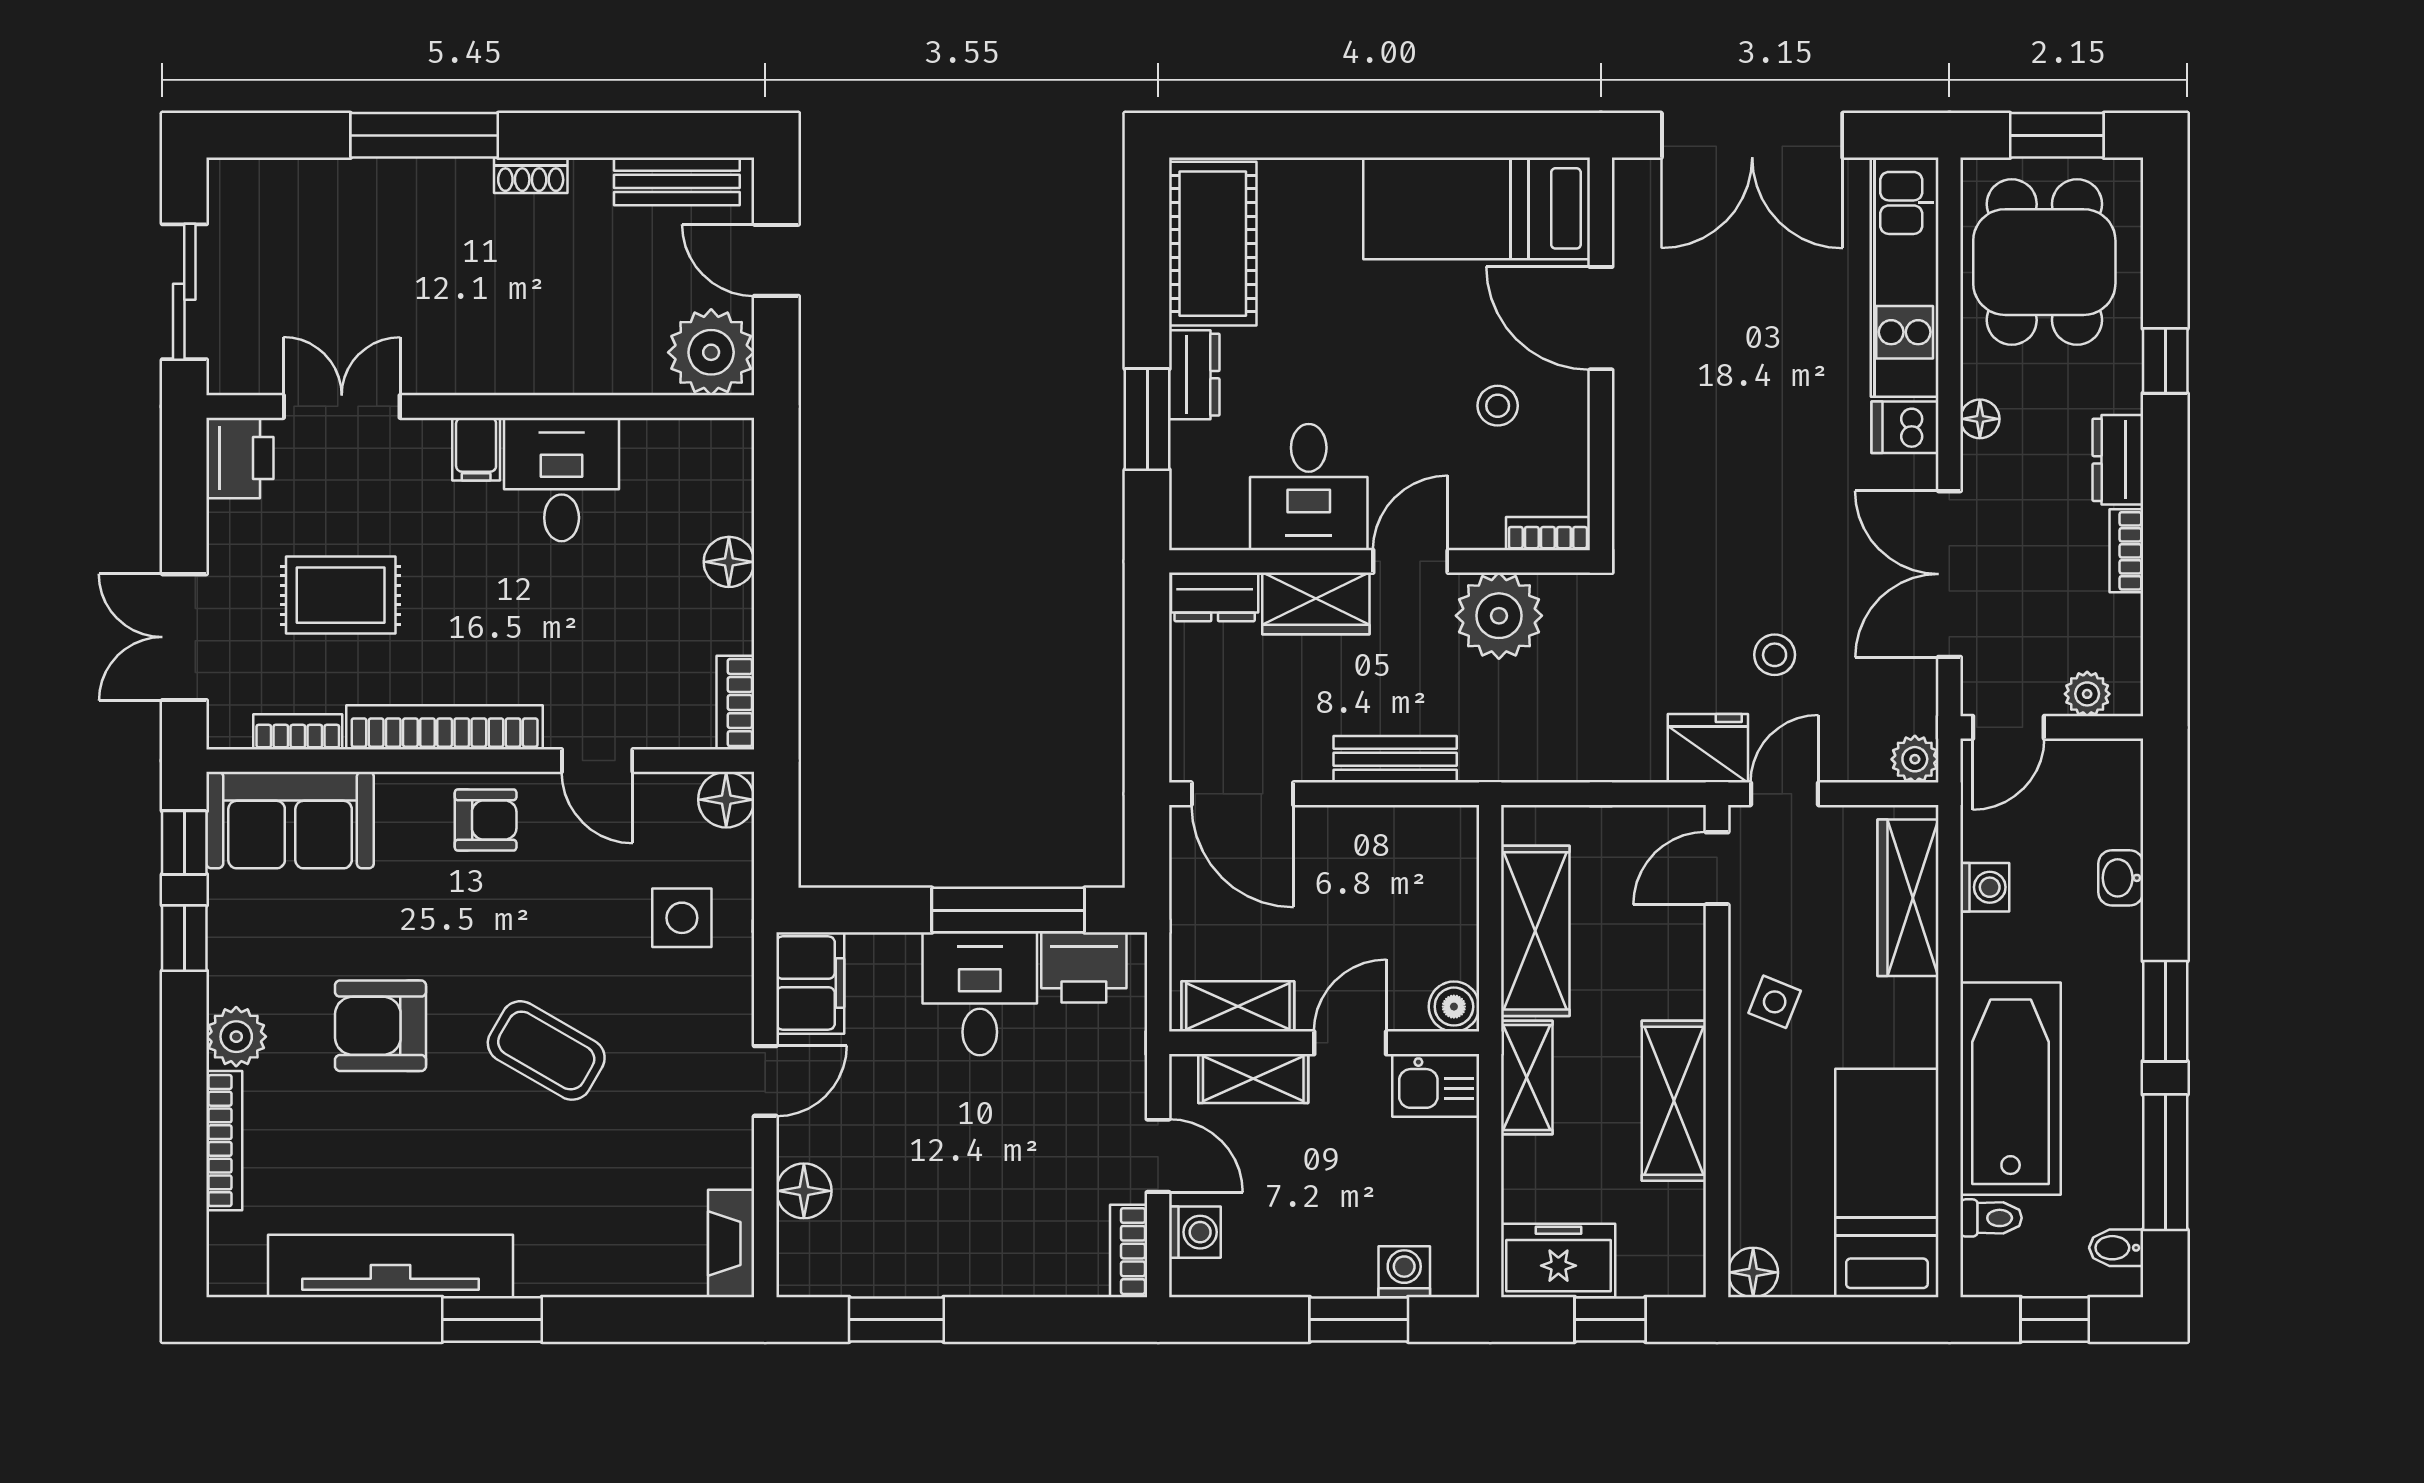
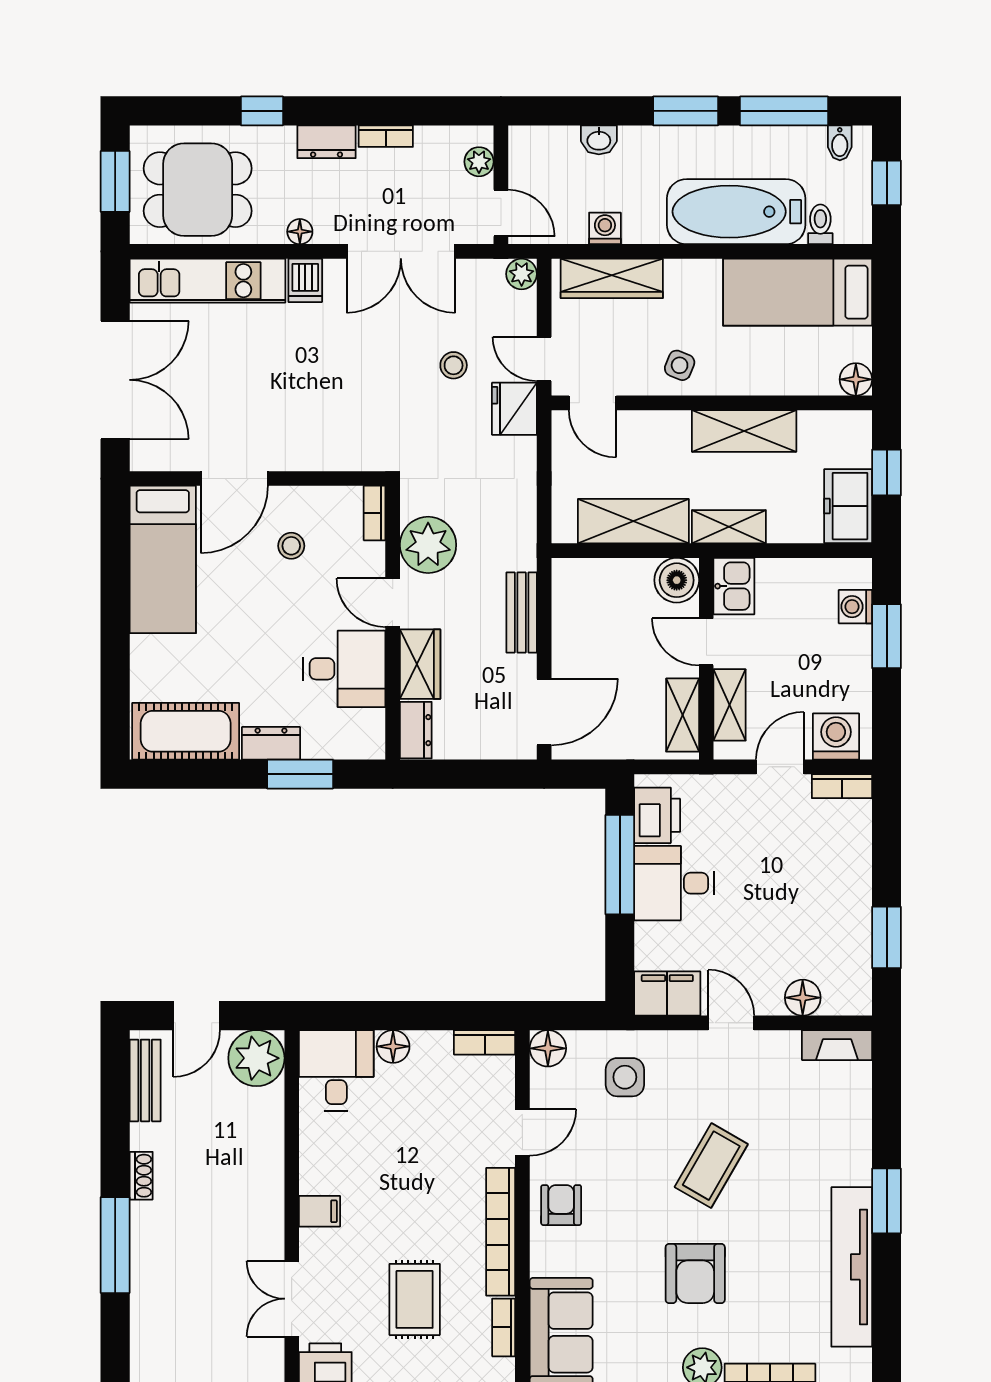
desk: (562, 479) -> (336, 1070), moved, turned 90
boiler: (1454, 1007) -> (677, 580), width x1.36, depth x1.36
washing machine: (1195, 1232) -> (836, 737), width x1.38, depth x1.38

